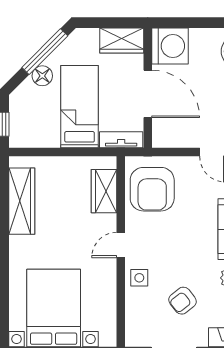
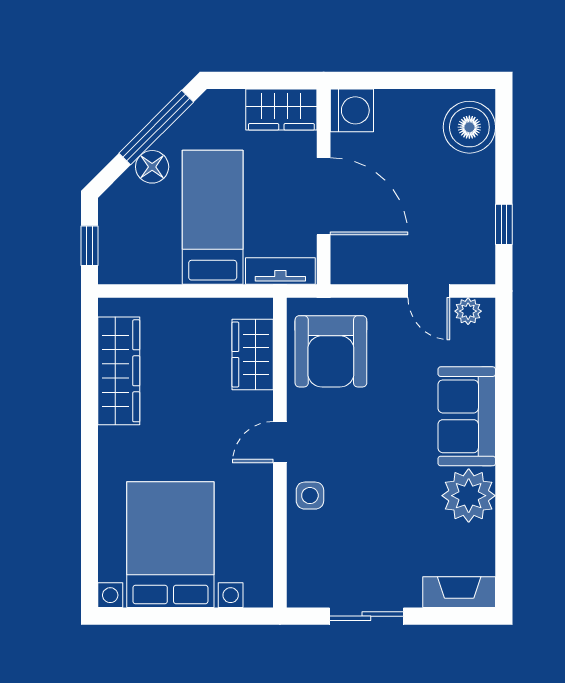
washing machine: (170, 46) -> (352, 110), width x0.73, depth x0.73
armchair: (183, 301) -> (380, 533), removed

